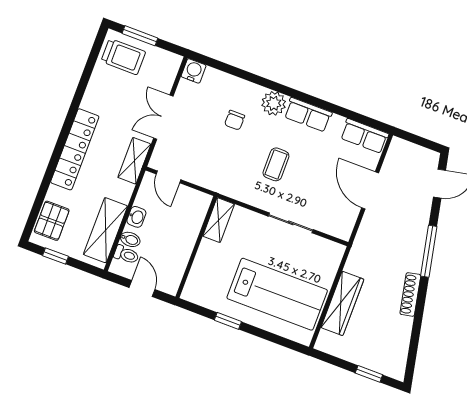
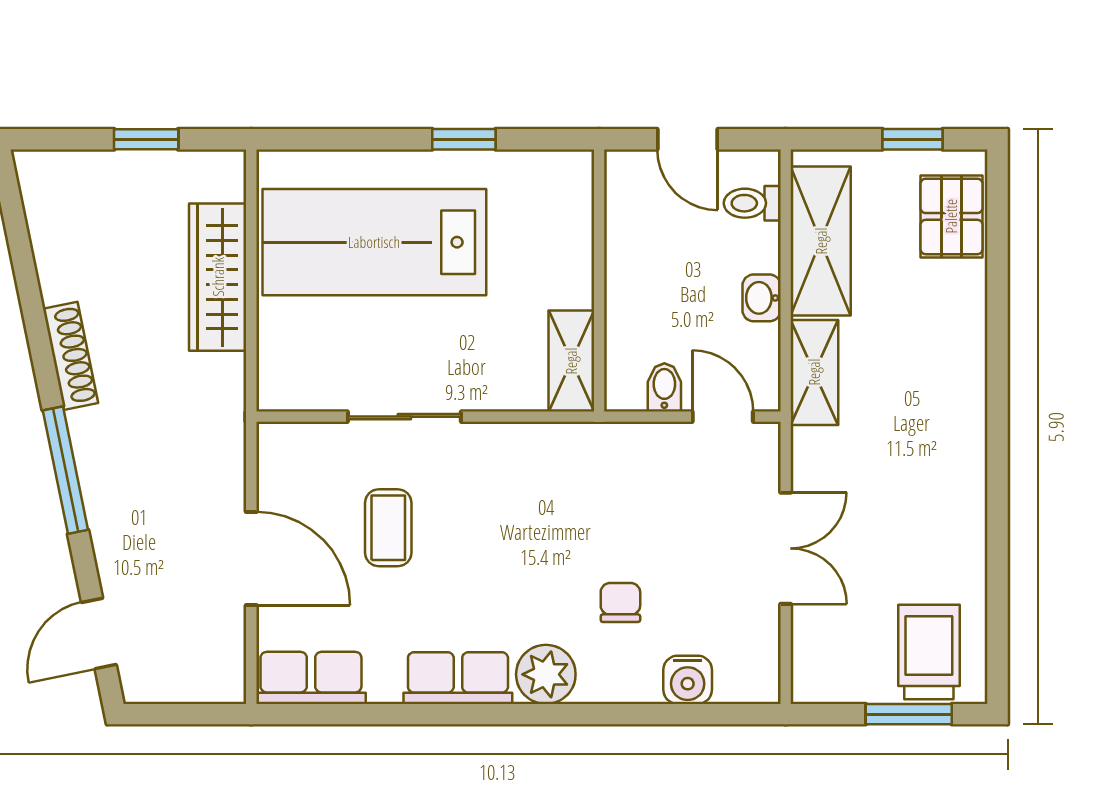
trolley: (123, 57) -> (929, 652), turned 90
water cooler: (194, 71) -> (688, 680), moved
locker: (75, 149) -> (960, 399), removed
shelving: (134, 161) -> (814, 372), moved
coffee table: (276, 164) -> (388, 528), moved
bidet: (130, 239) -> (664, 387), moved, turned 90
window: (369, 374) -> (146, 139), moved

